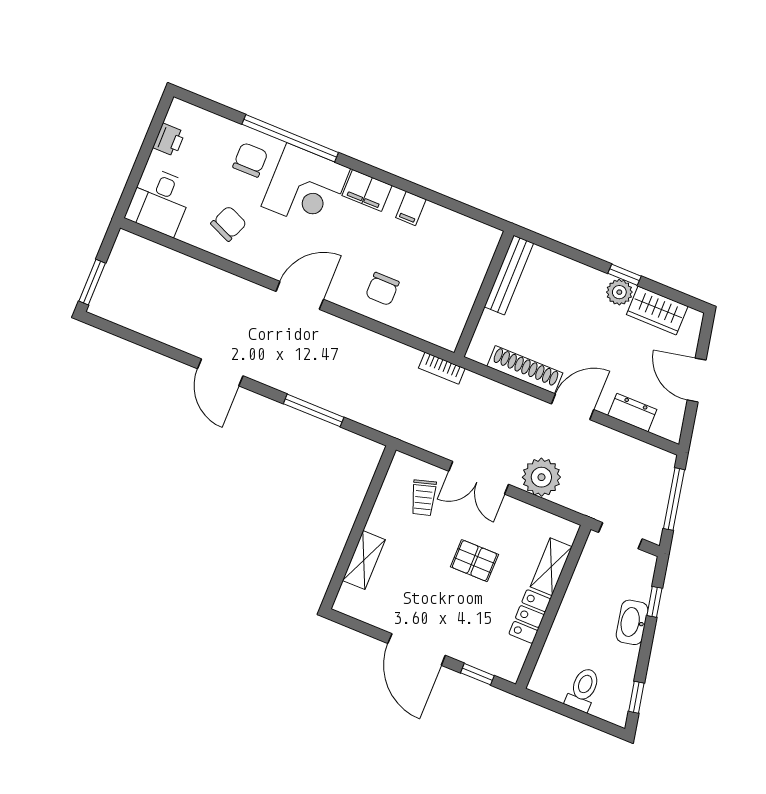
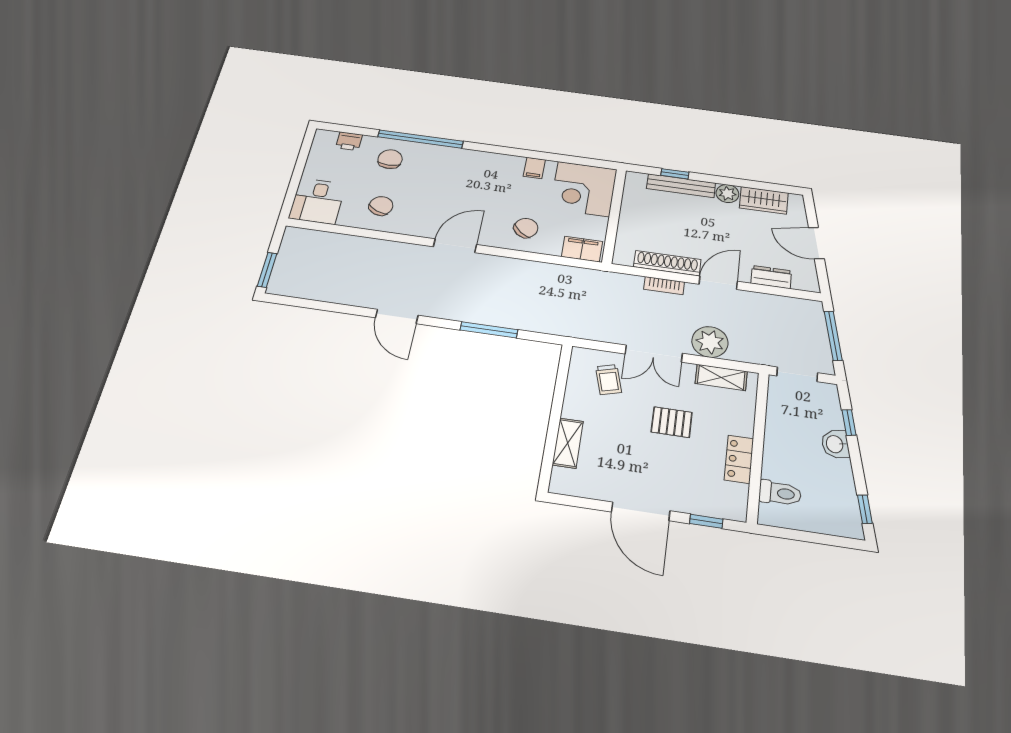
printer: (169, 140) -> (349, 141), moved, turned 90
corner desk: (306, 187) -> (584, 189), moved, turned 90
filing cabinet: (367, 190) -> (582, 249), moved, turned 180
bench: (509, 275) -> (681, 186), moved, turned 90
window: (624, 275) -> (675, 174), moved
chair: (382, 289) -> (526, 228), turned -141
bookcase: (442, 368) -> (664, 286), moved
shelving: (551, 567) -> (721, 377), moved, turned 90
washbasin: (632, 622) -> (835, 444), width x0.72
toilet: (583, 689) -> (780, 493), moved, turned 90

